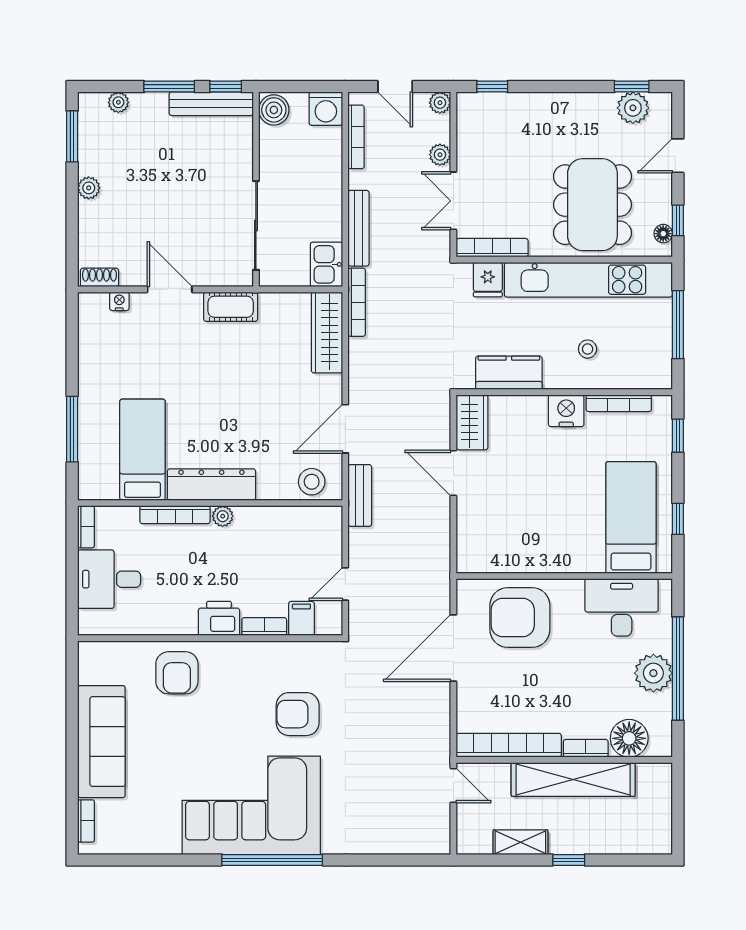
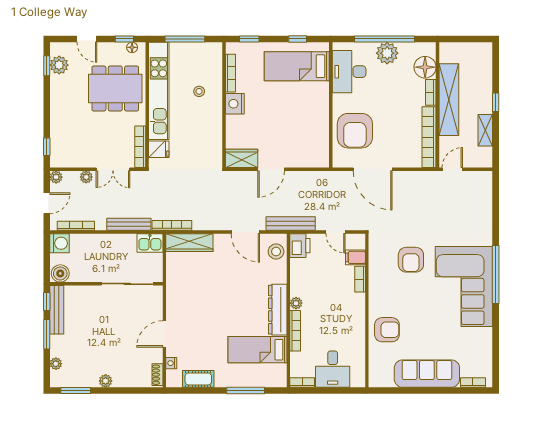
cot: (231, 307) -> (198, 379), moved, turned 90
kitchen counter: (509, 373) -> (213, 137), removed
bench: (360, 495) -> (291, 224), width x1.36
printer: (219, 618) -> (300, 246), moved, turned 180

